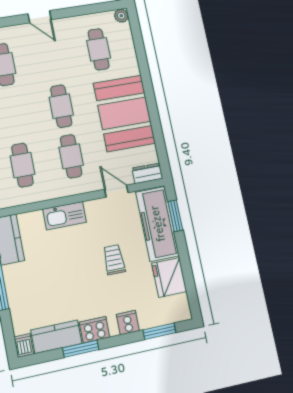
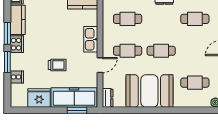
door: (116, 191) -> (100, 65), moved
cooker: (128, 323) -> (17, 77), moved
window: (159, 331) -> (7, 62), moved

